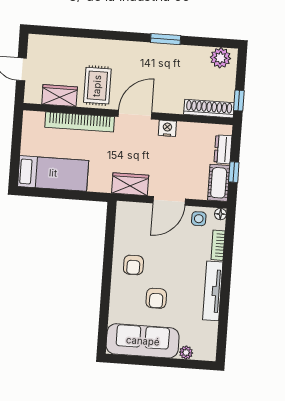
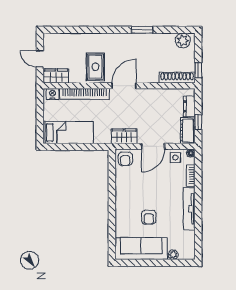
wardrobe: (60, 96) -> (56, 76), moved
nightstand: (167, 128) -> (52, 94), moved
armchair: (133, 265) -> (125, 159), moved

